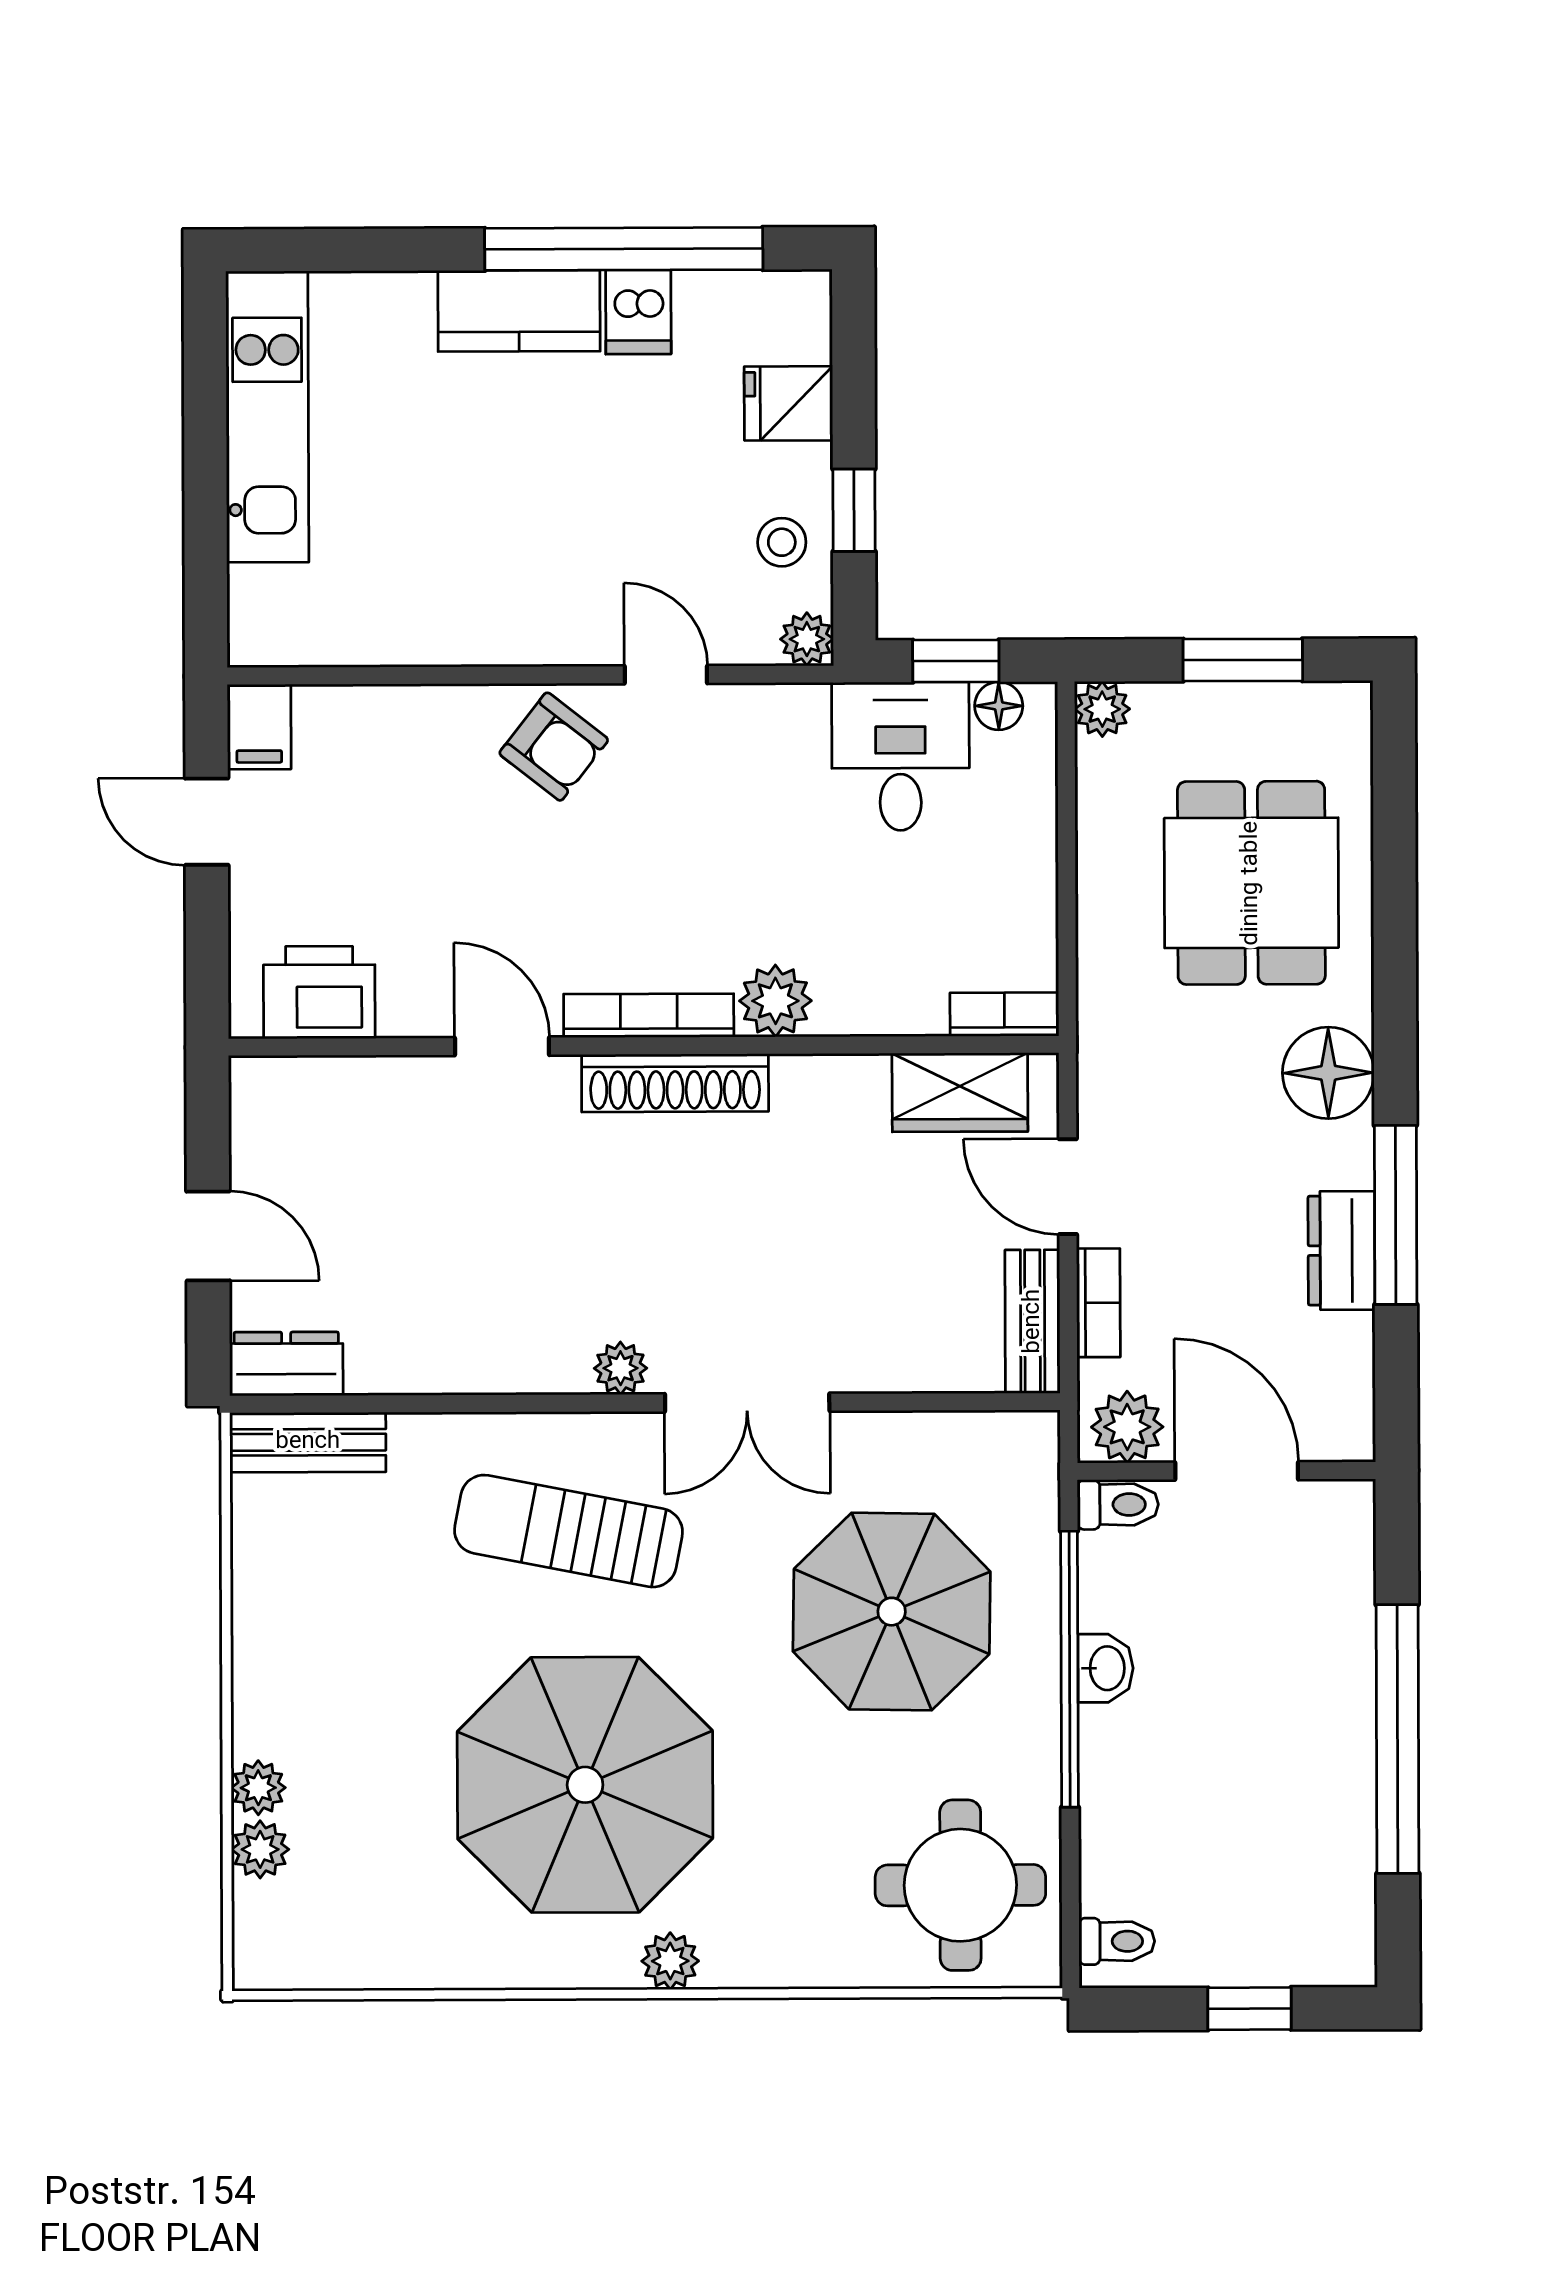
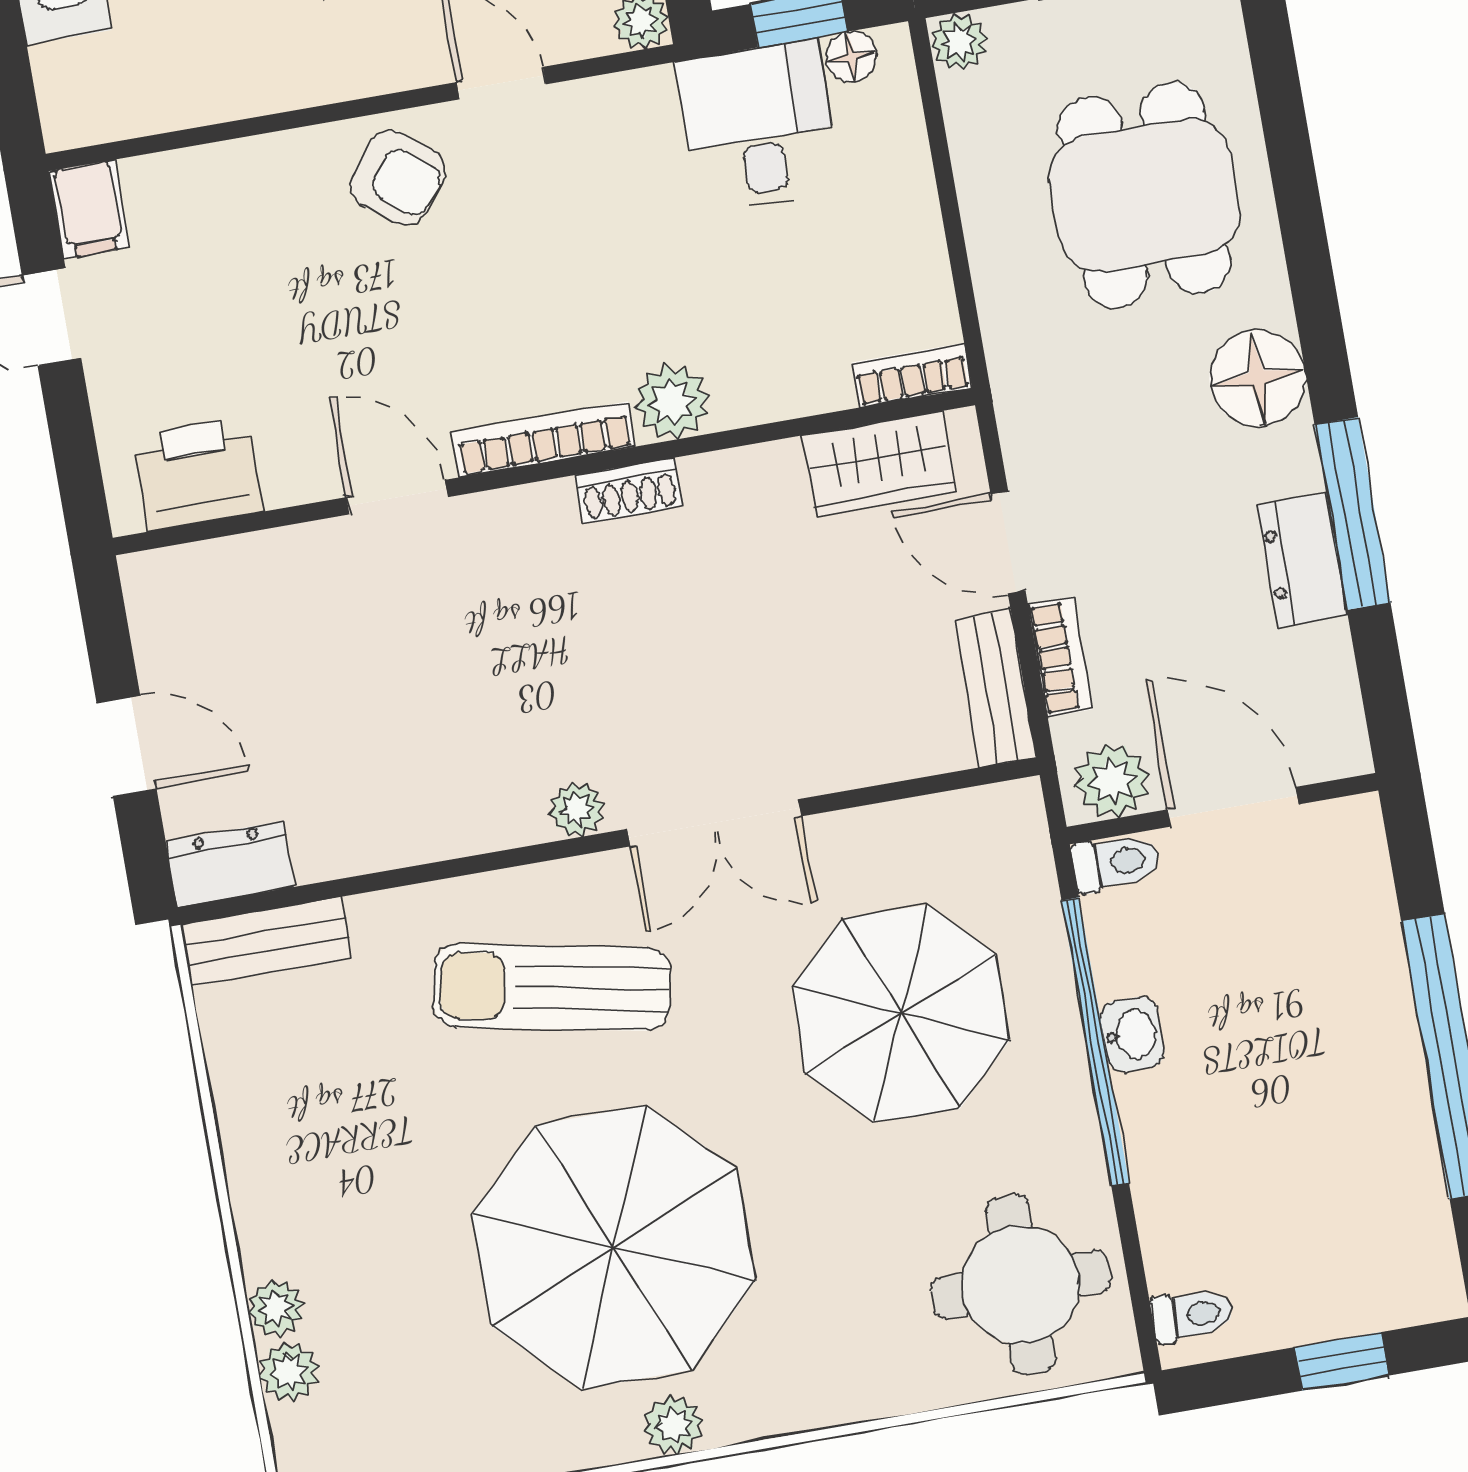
shoe rack: (675, 1083) -> (629, 491), width x0.51, depth x0.81
plant: (670, 1961) -> (673, 1425), moved

